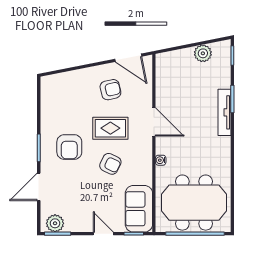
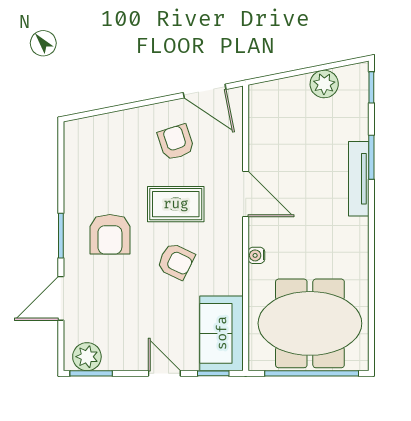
armchair: (110, 90) -> (176, 142), turned -95

